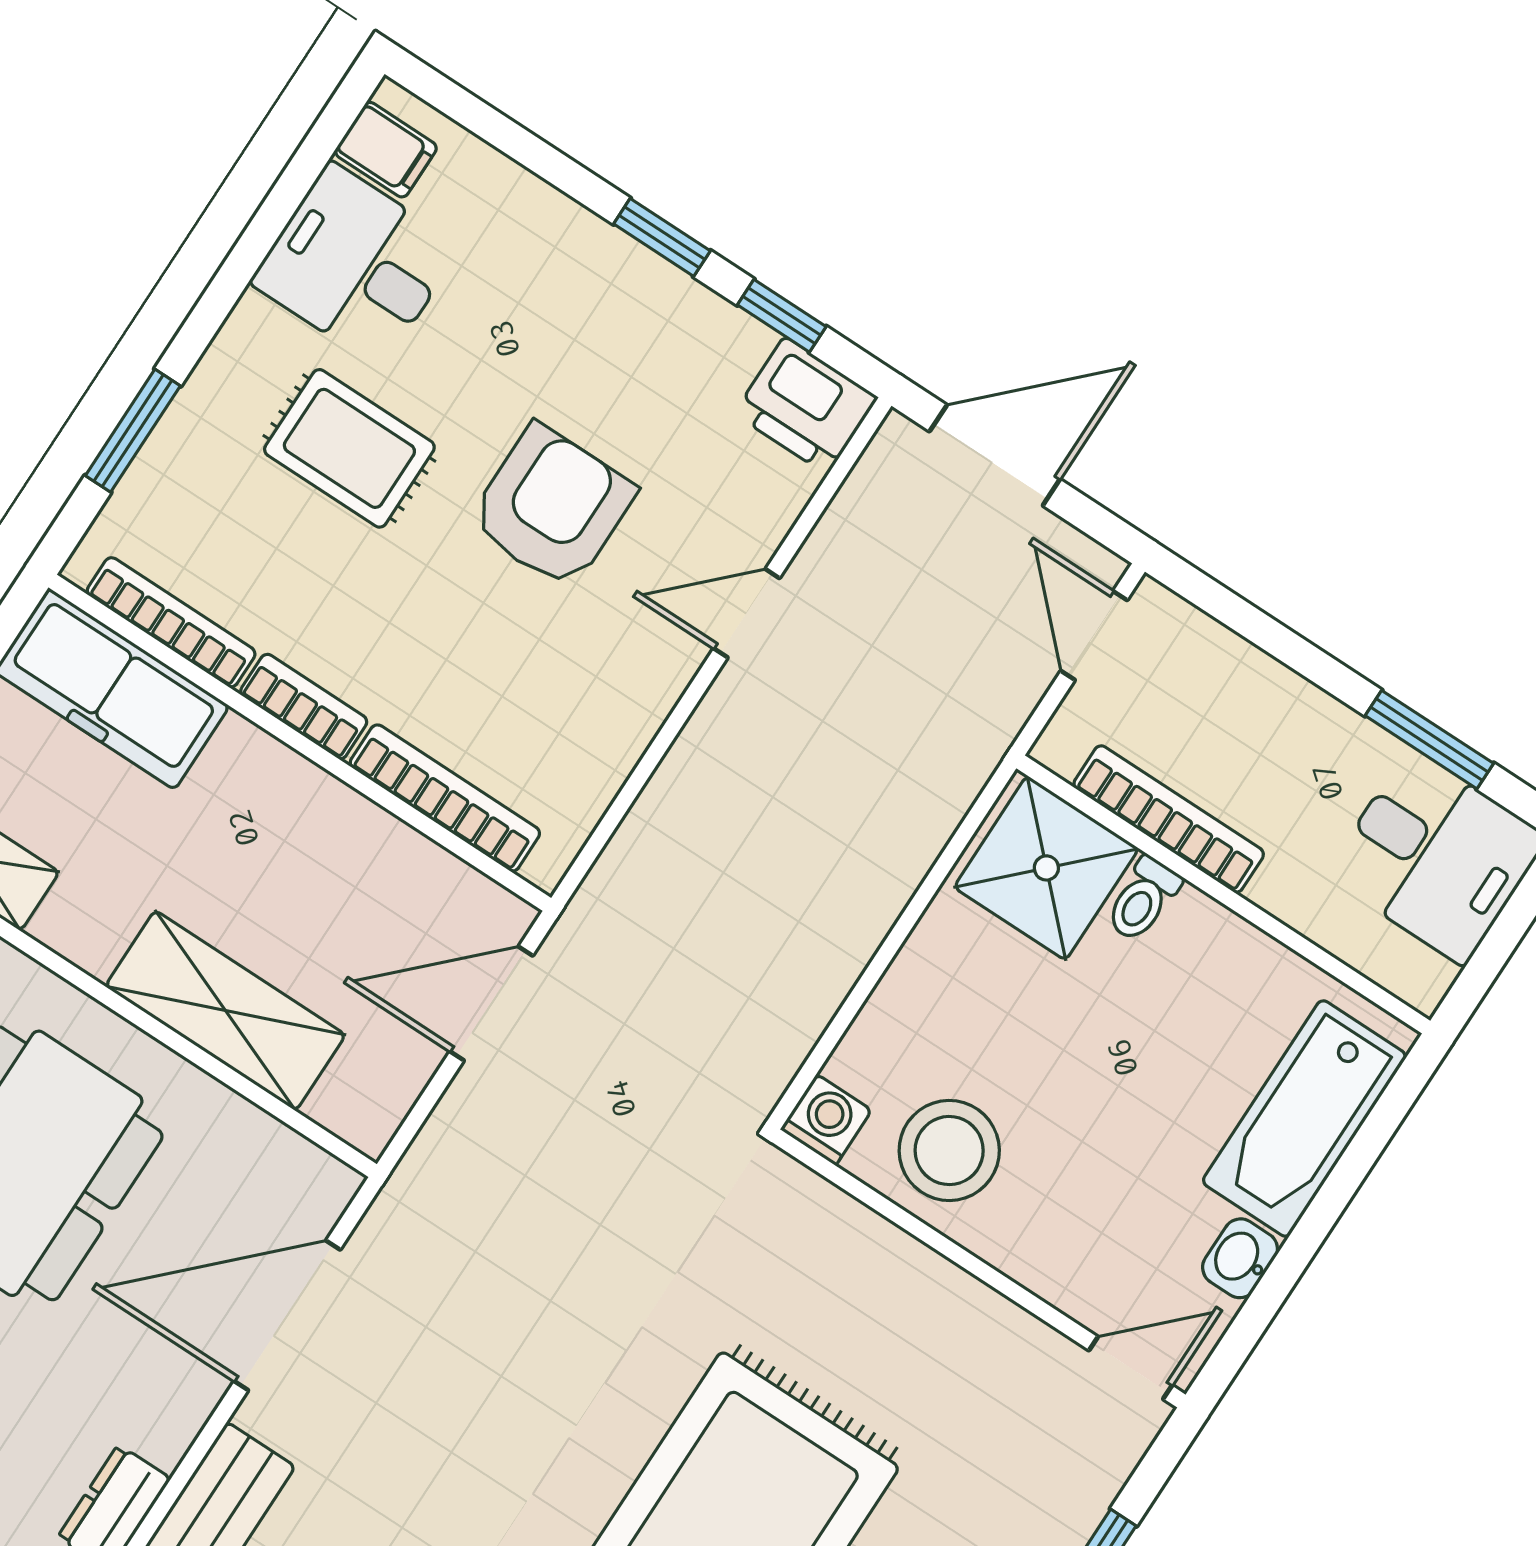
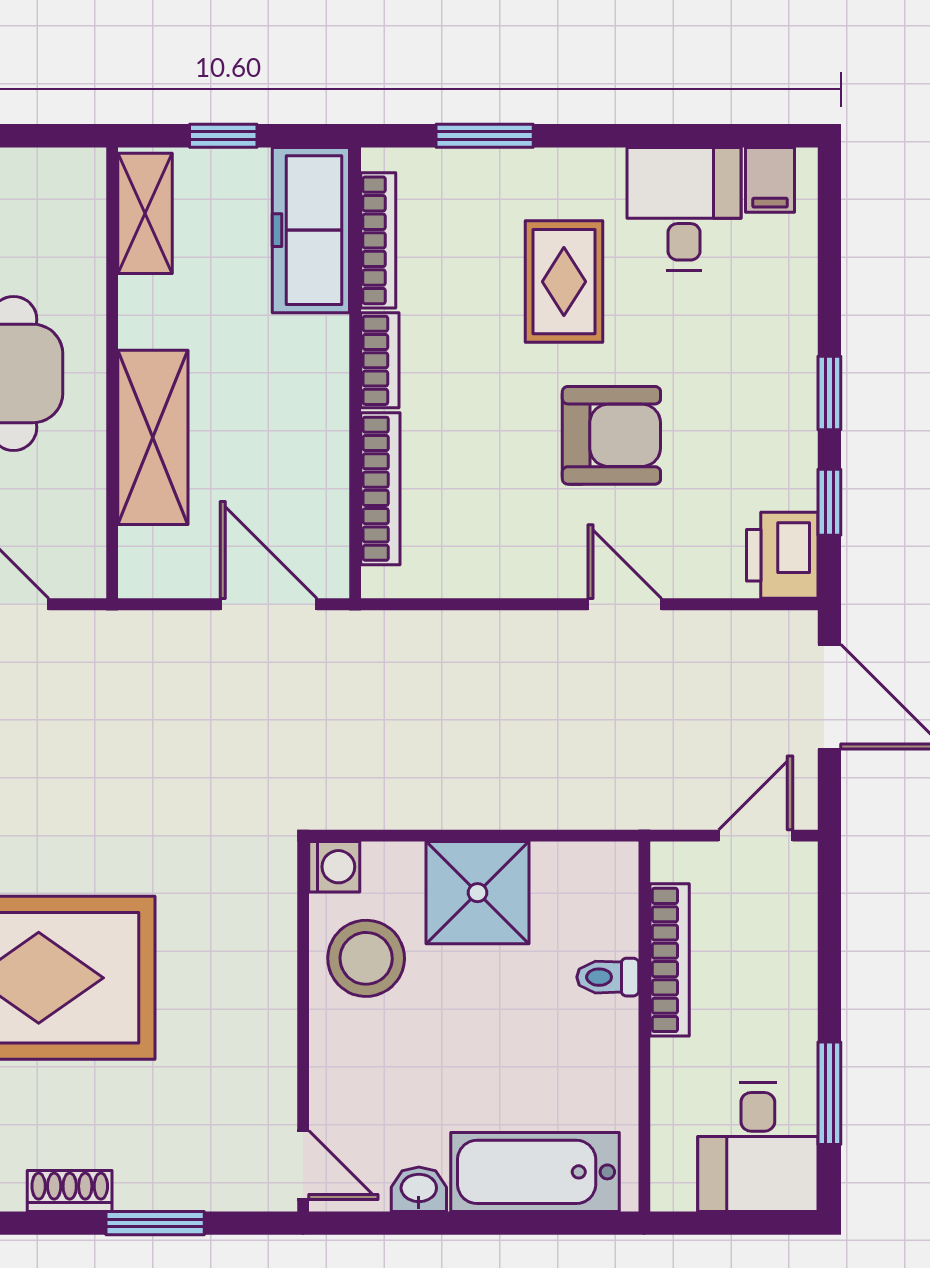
shower: (1046, 868) -> (477, 893), moved

